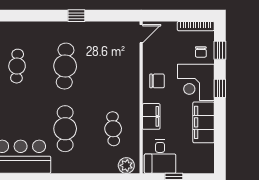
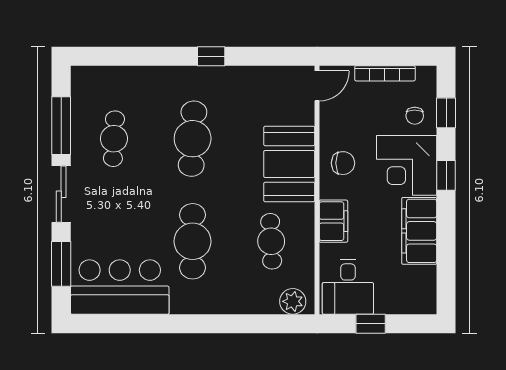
bookcase: (196, 26) -> (385, 73), moved
booth: (124, 82) -> (289, 164), added

